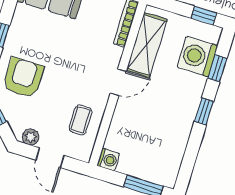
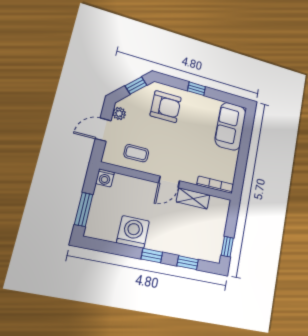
shelving: (147, 45) -> (193, 198), width x0.67, depth x0.75
washing machine: (197, 56) -> (133, 232), moved
door: (118, 82) -> (169, 182), hinge flipped

